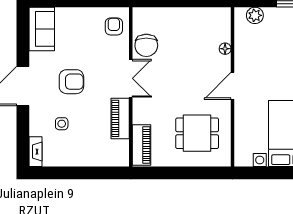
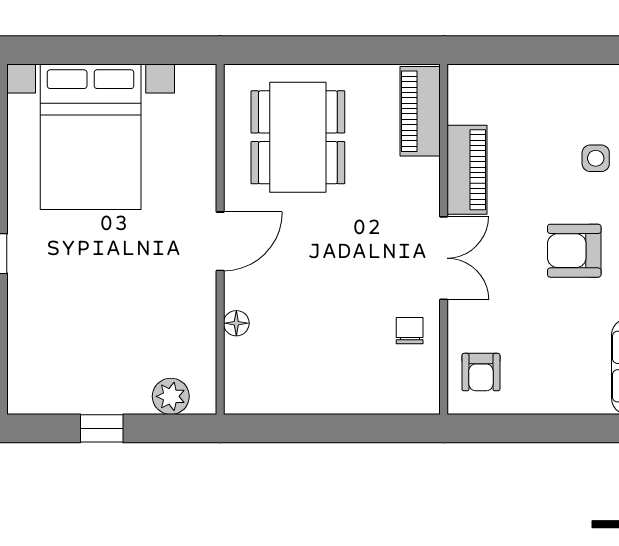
chair: (146, 45) -> (410, 331), width x0.54, depth x0.54
double door: (131, 78) -> (444, 258), swing flipped
dining table: (197, 133) -> (298, 137), width x1.38

